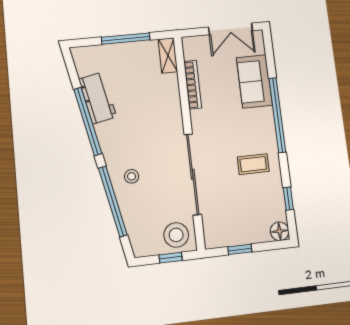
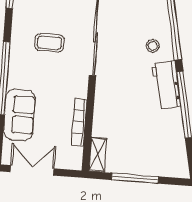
workbench: (98, 98) -> (166, 85), moved
coffee table: (253, 164) -> (49, 43), moved

